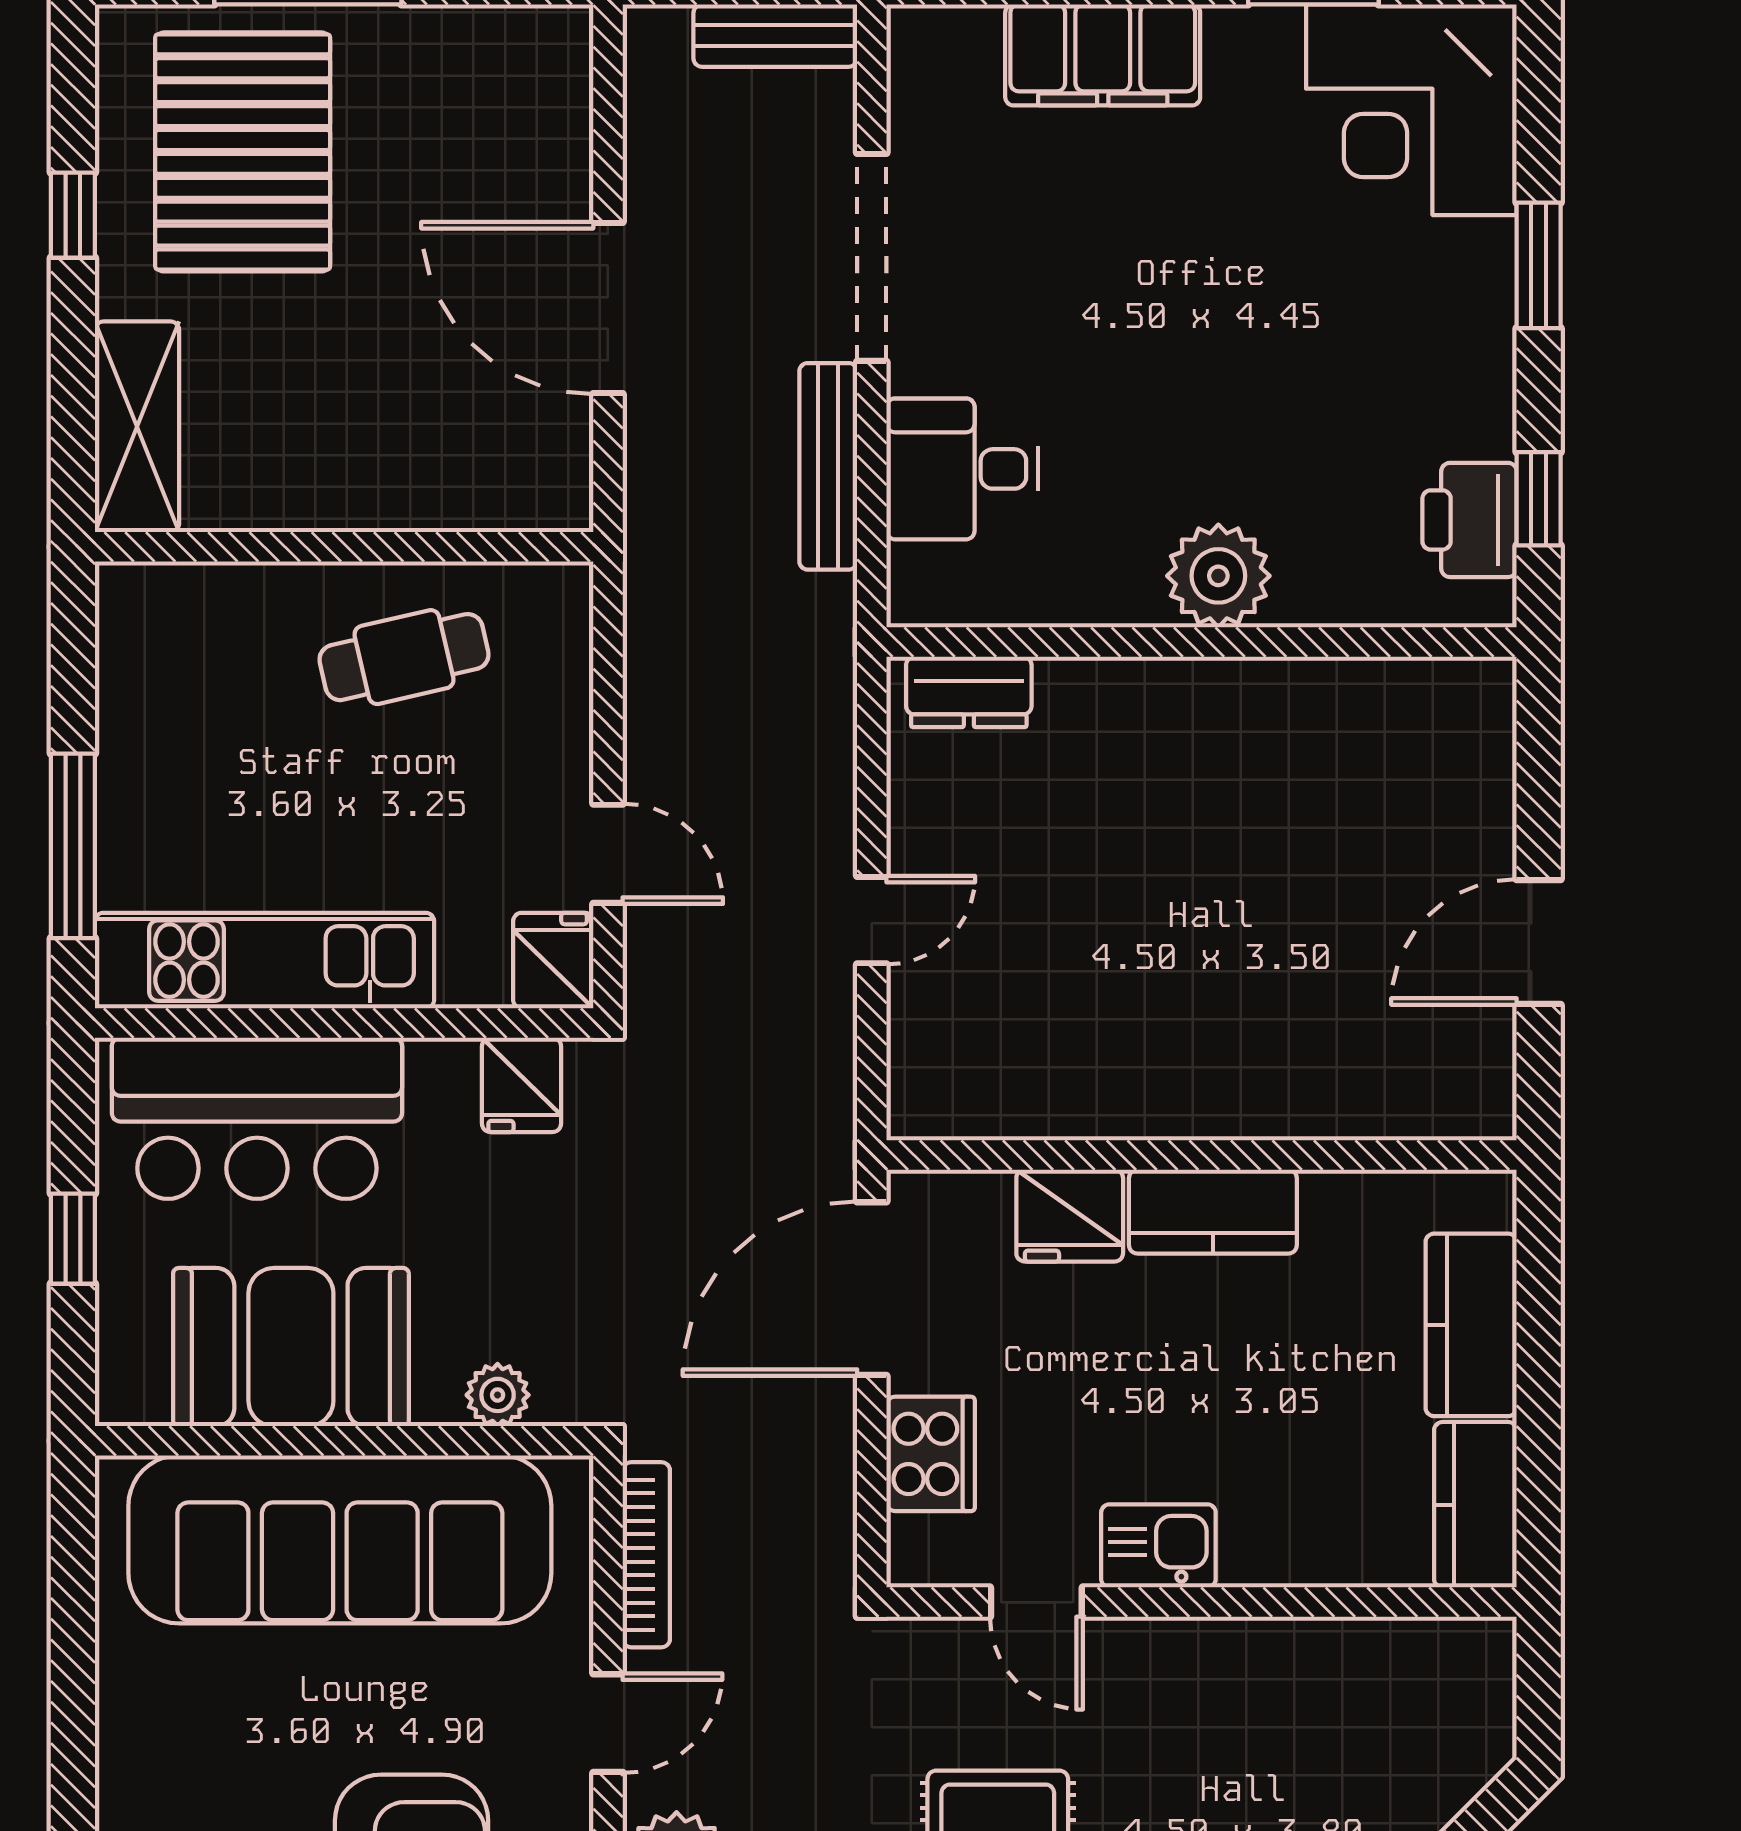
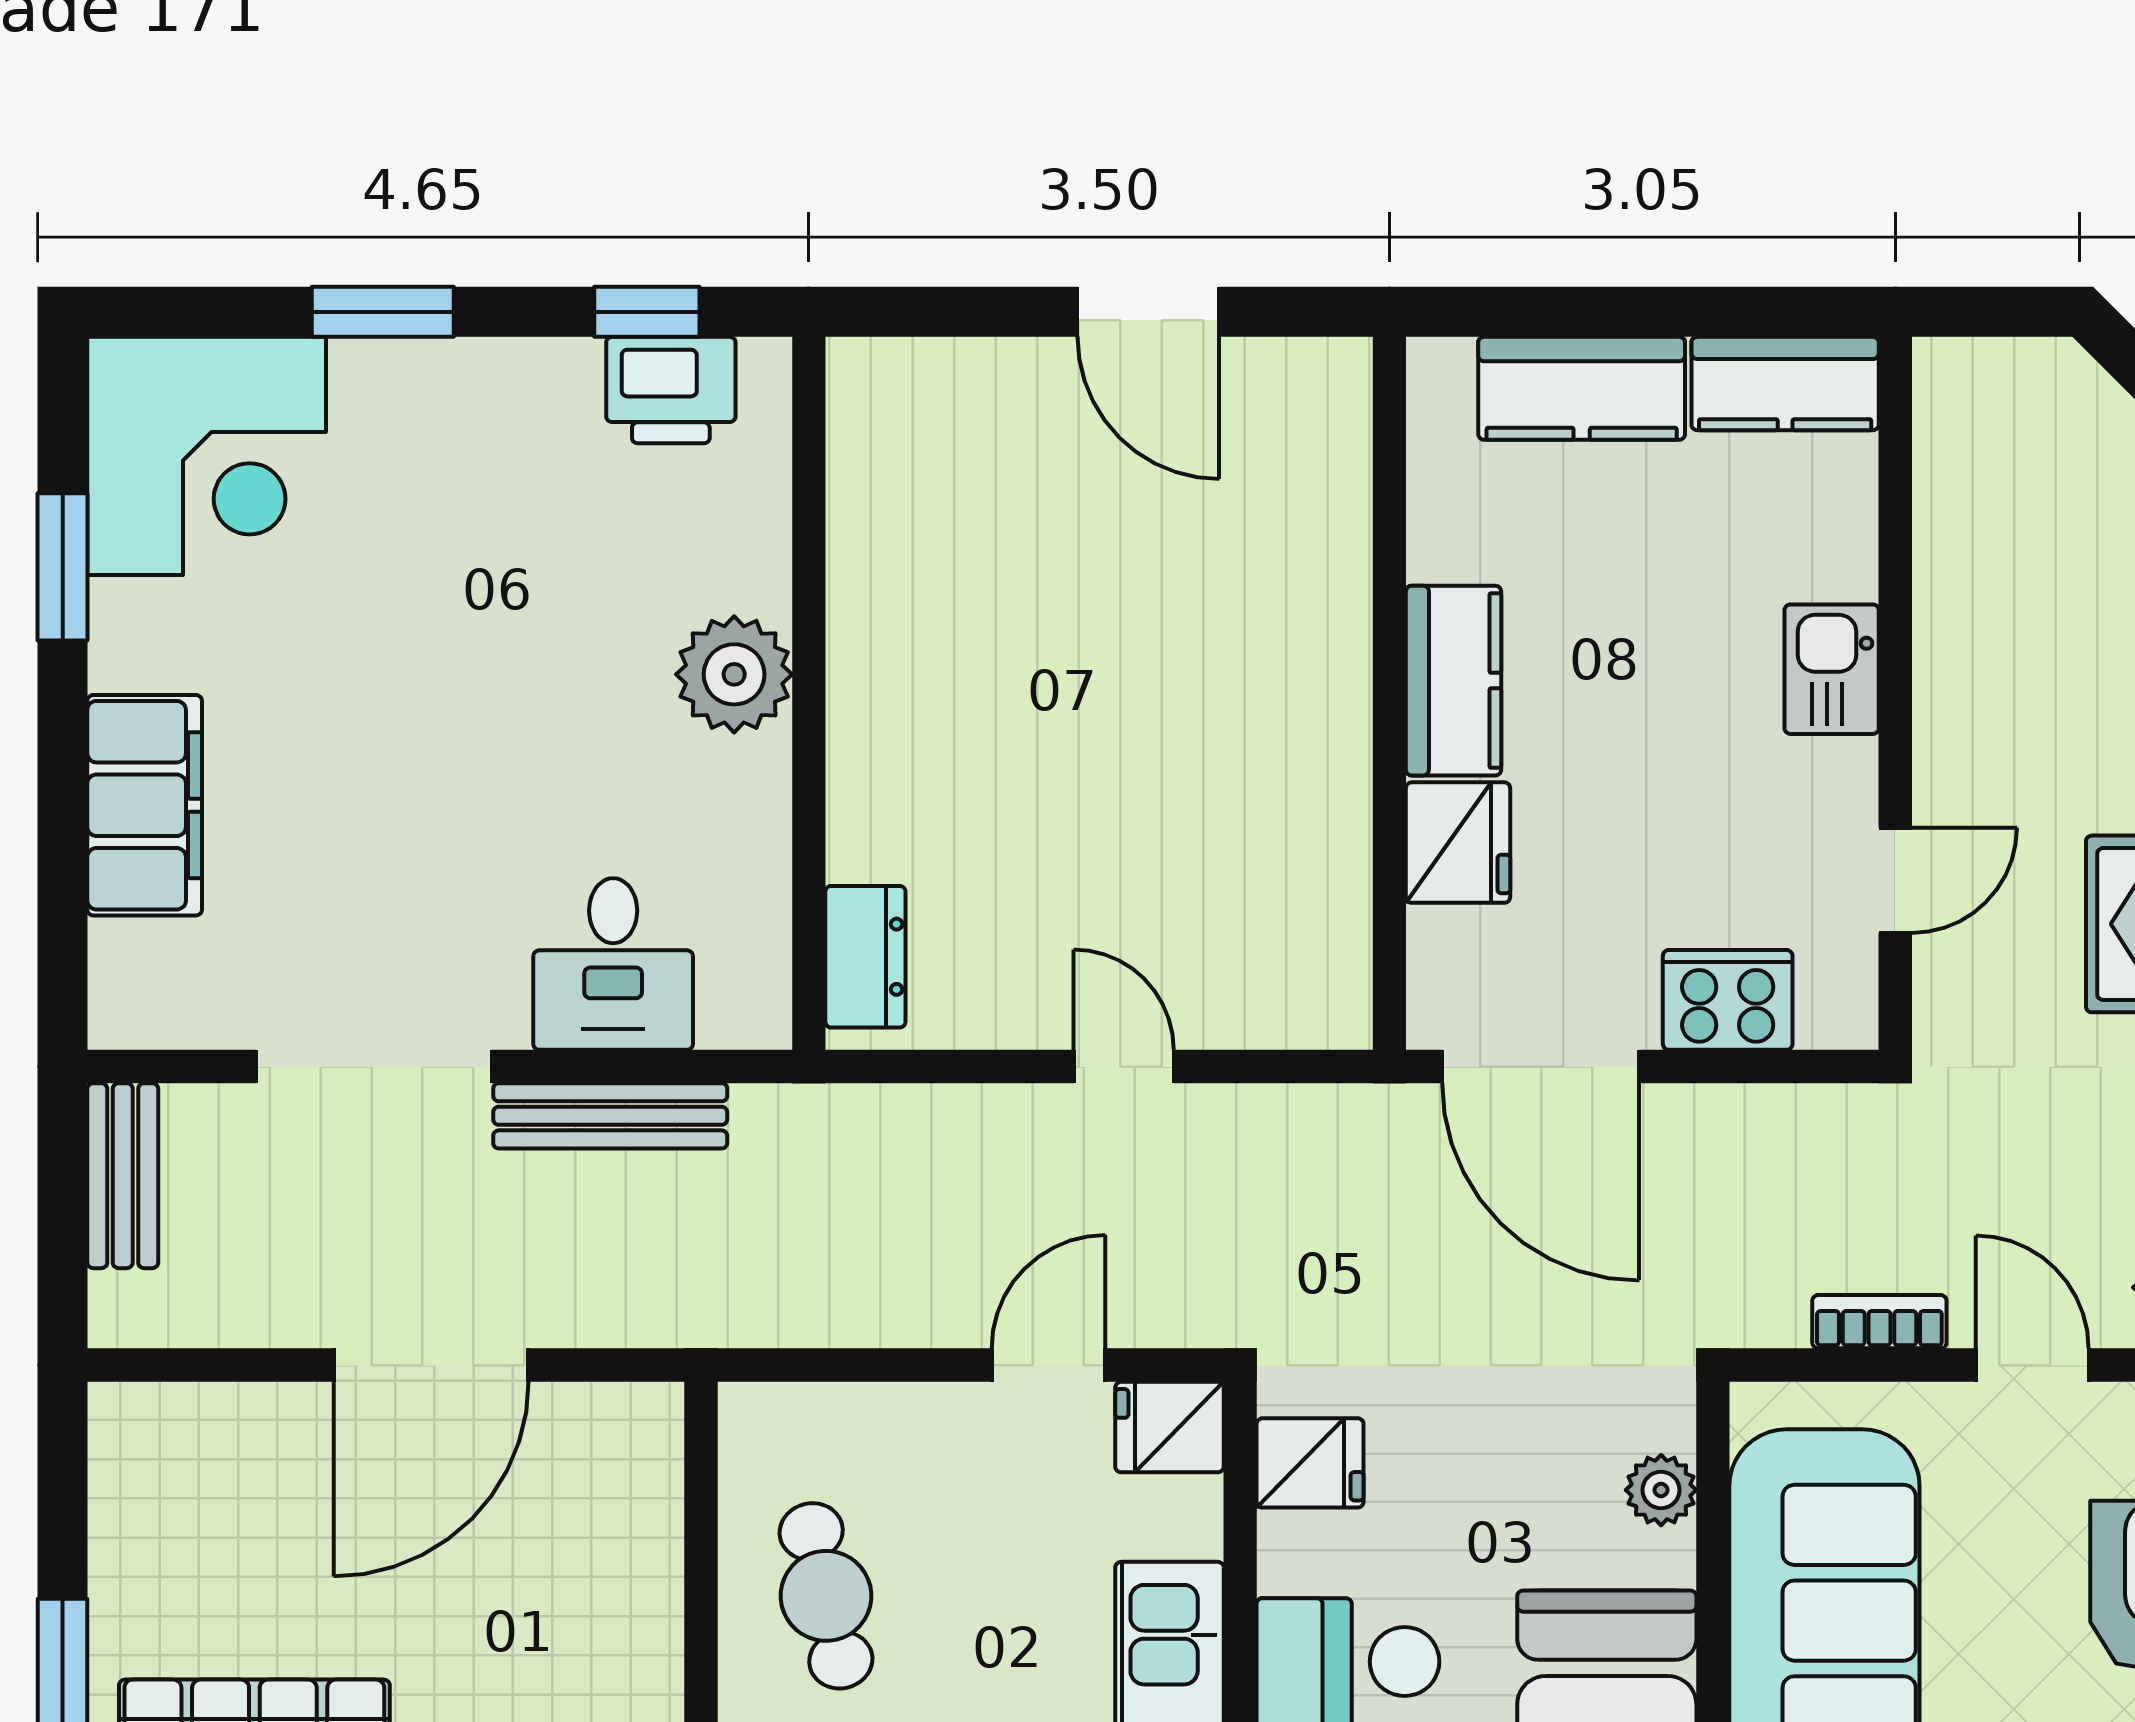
kitchen sink: (1158, 1546) -> (1832, 669), moved
bookcase: (646, 1555) -> (1879, 1322), width x0.64

